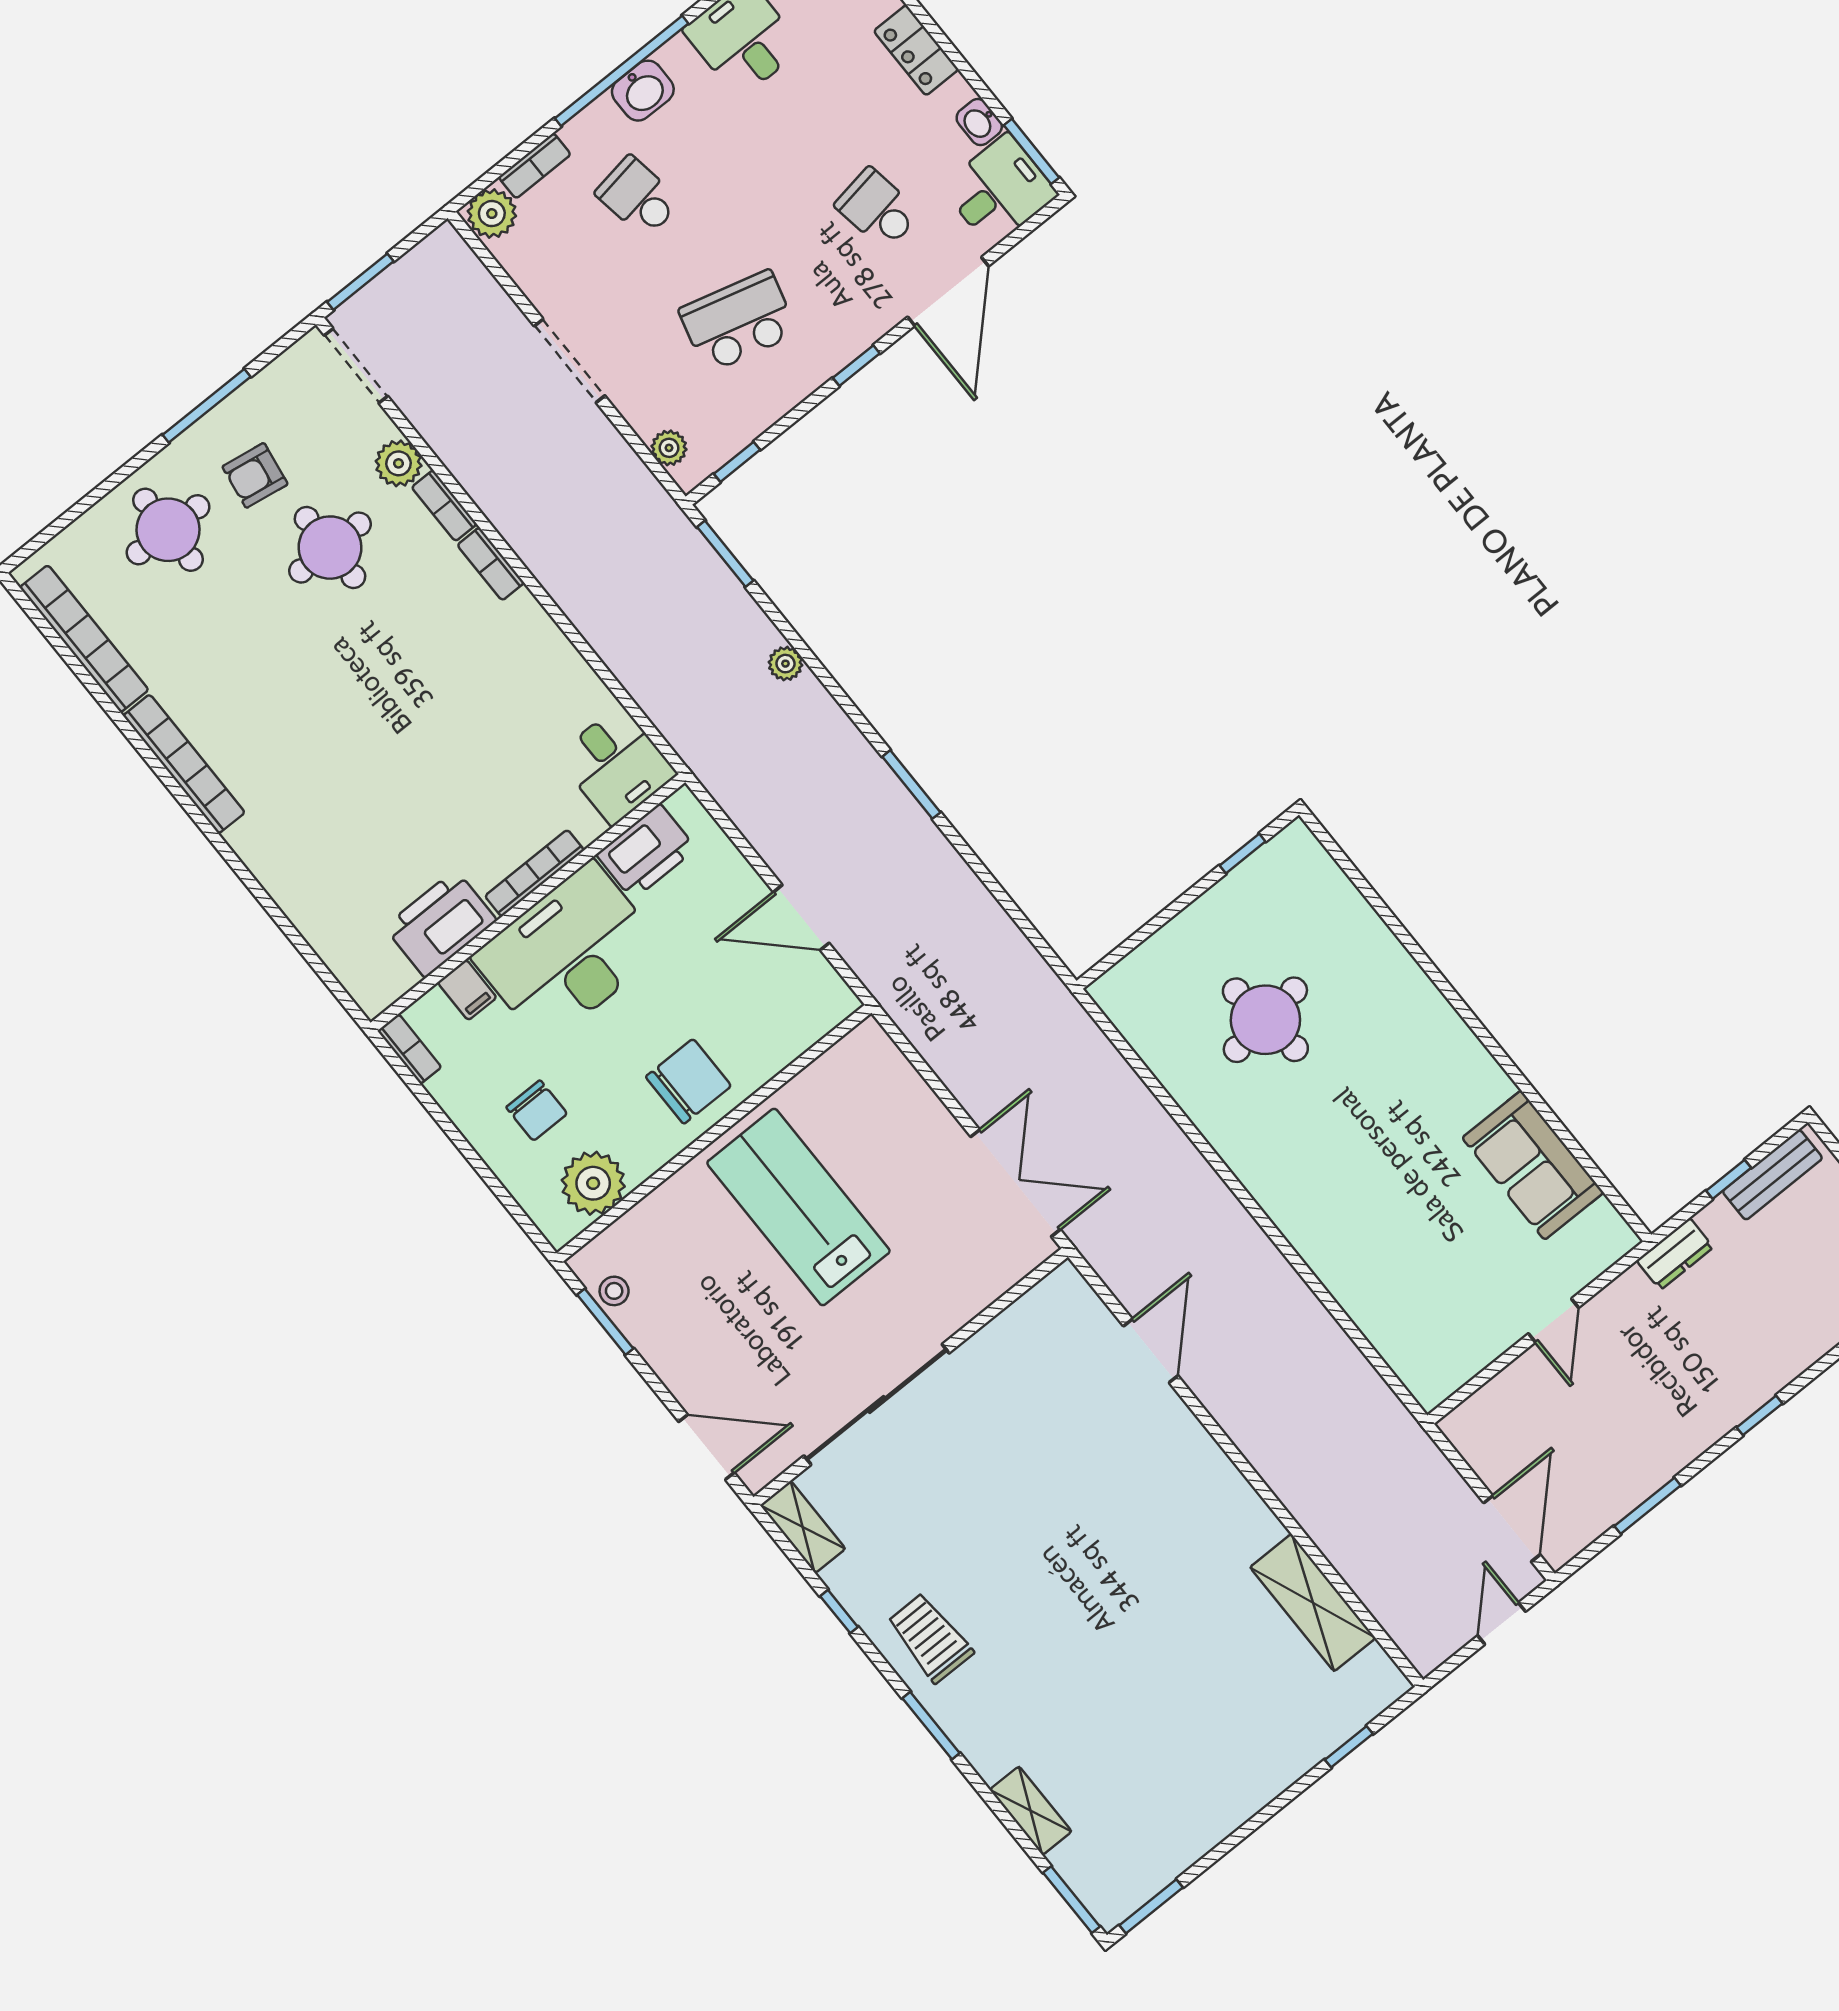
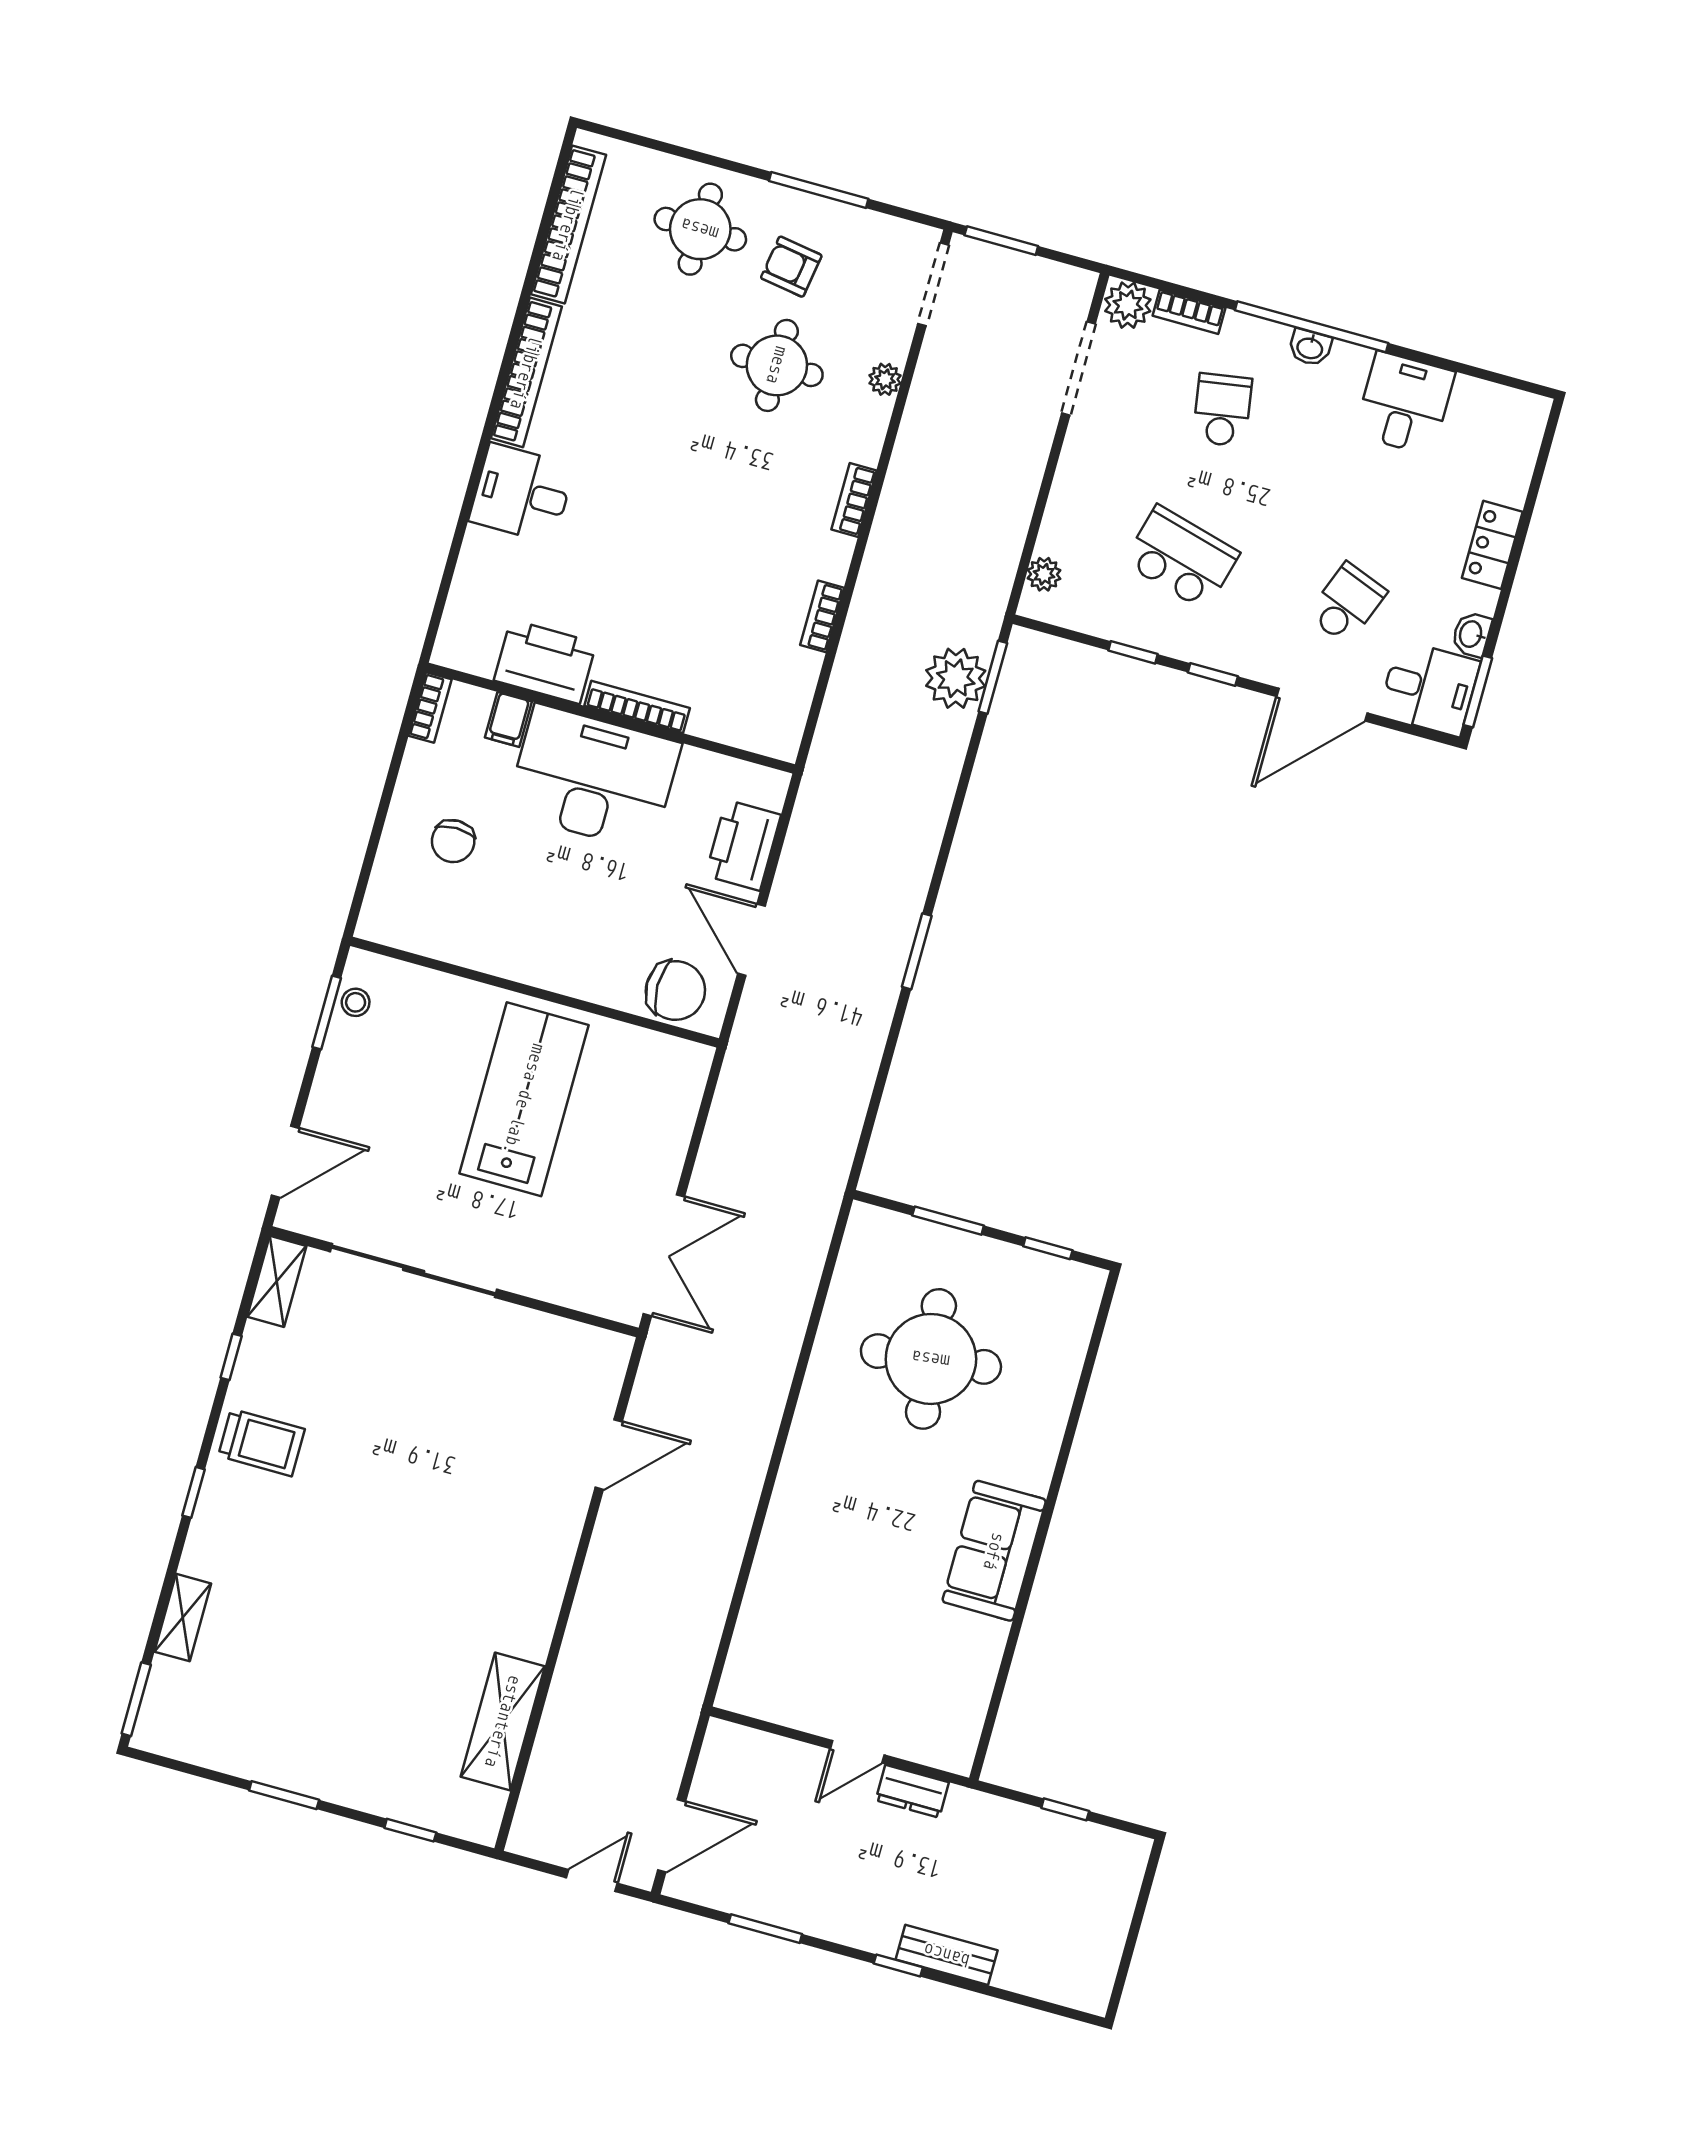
washbasin: (643, 91) -> (1310, 348), width x0.72, depth x0.69
school desk: (877, 209) -> (1347, 604), turned 30
doorway: (570, 361) -> (1078, 368), moved
window: (737, 462) -> (1133, 652), moved
plant: (399, 463) -> (885, 379), width x0.73, depth x0.73
bookcase: (444, 506) -> (822, 616), moved
plant: (785, 664) -> (956, 678), moved, width x1.88, depth x1.88
desk: (616, 765) -> (522, 493), moved, turned 90
printer: (646, 852) -> (743, 845), moved, turned 90
window: (1159, 921) -> (948, 1221), added
round table: (1265, 1020) -> (931, 1359), width x1.36, depth x1.36
chair: (688, 1081) -> (675, 990), moved
sofa: (1533, 1165) -> (994, 1551), moved
bench: (1772, 1175) -> (947, 1955), moved
plant: (593, 1183) -> (428, 926), removed
dresser: (1675, 1254) -> (912, 1791), moved
door: (706, 1447) -> (285, 1162), hinge flipped
trolley: (930, 1638) -> (261, 1442), turned 90
window: (931, 1726) -> (194, 1492), width x0.67
window: (1151, 1906) -> (284, 1795), moved

